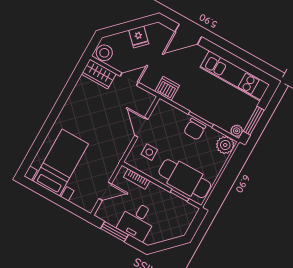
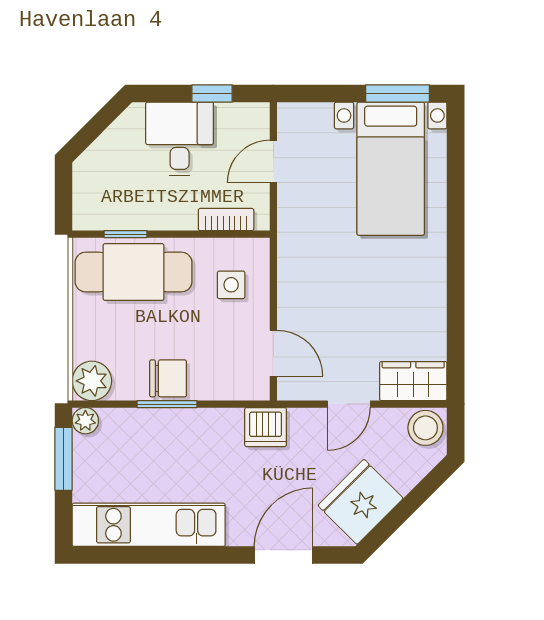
fridge: (139, 37) -> (360, 502), width x1.88, depth x1.34
door: (141, 127) -> (273, 353), moved
chair: (195, 129) -> (168, 378), turned 90
window: (41, 191) -> (398, 94), added
window: (114, 232) -> (212, 94), width x0.67

